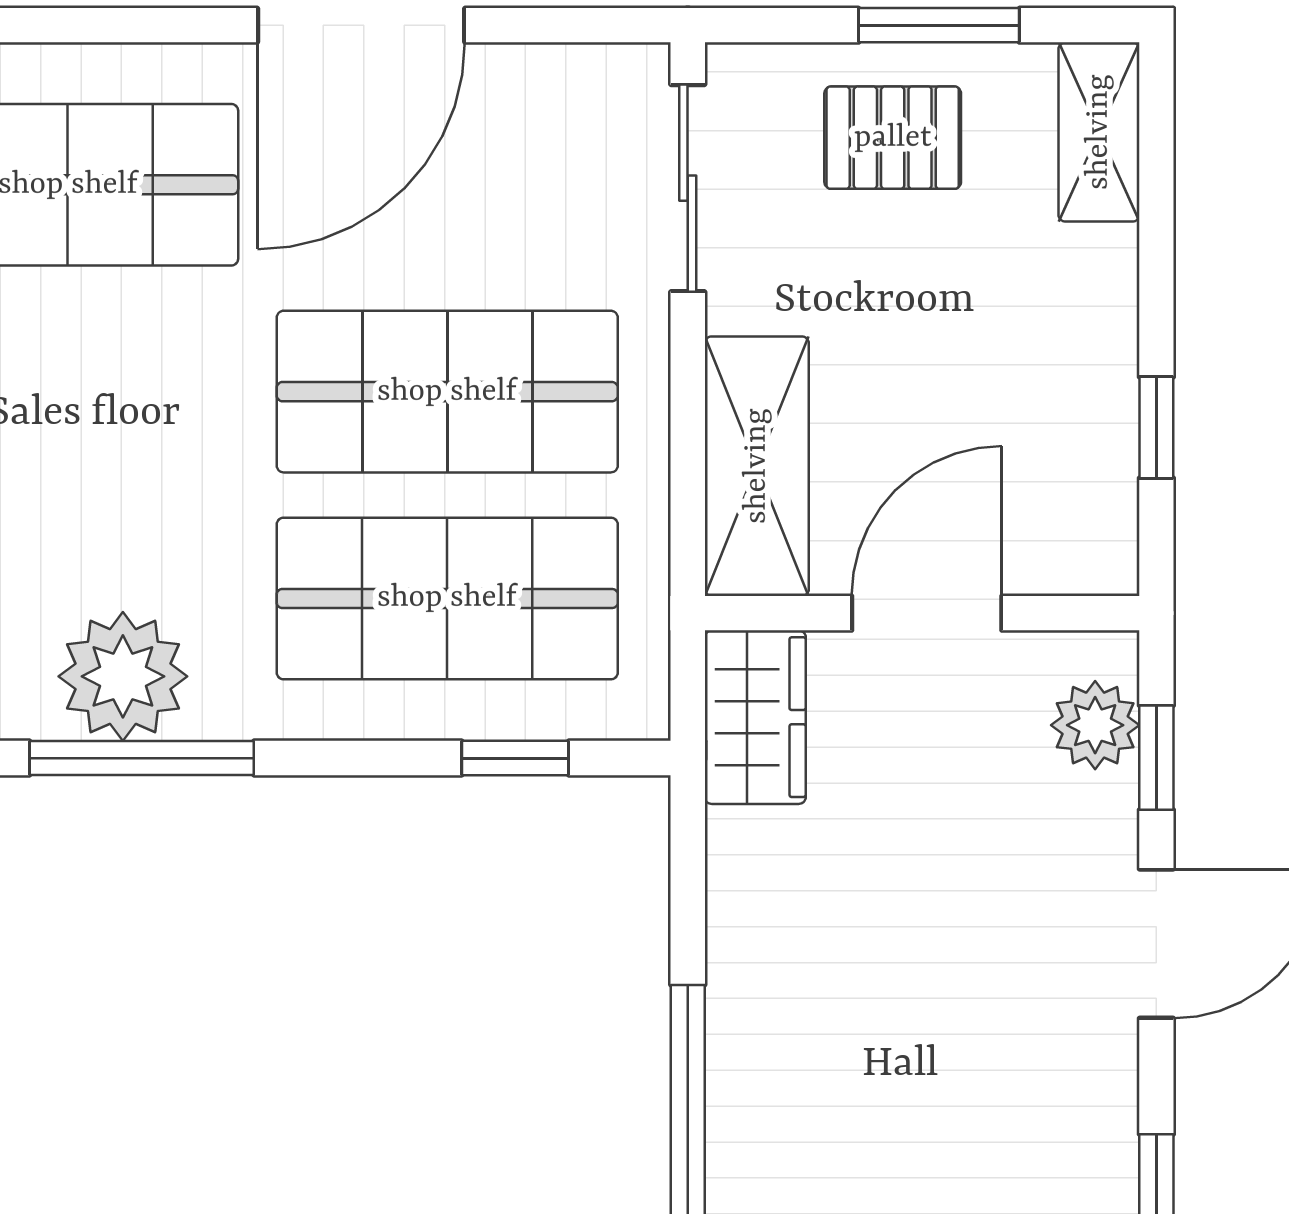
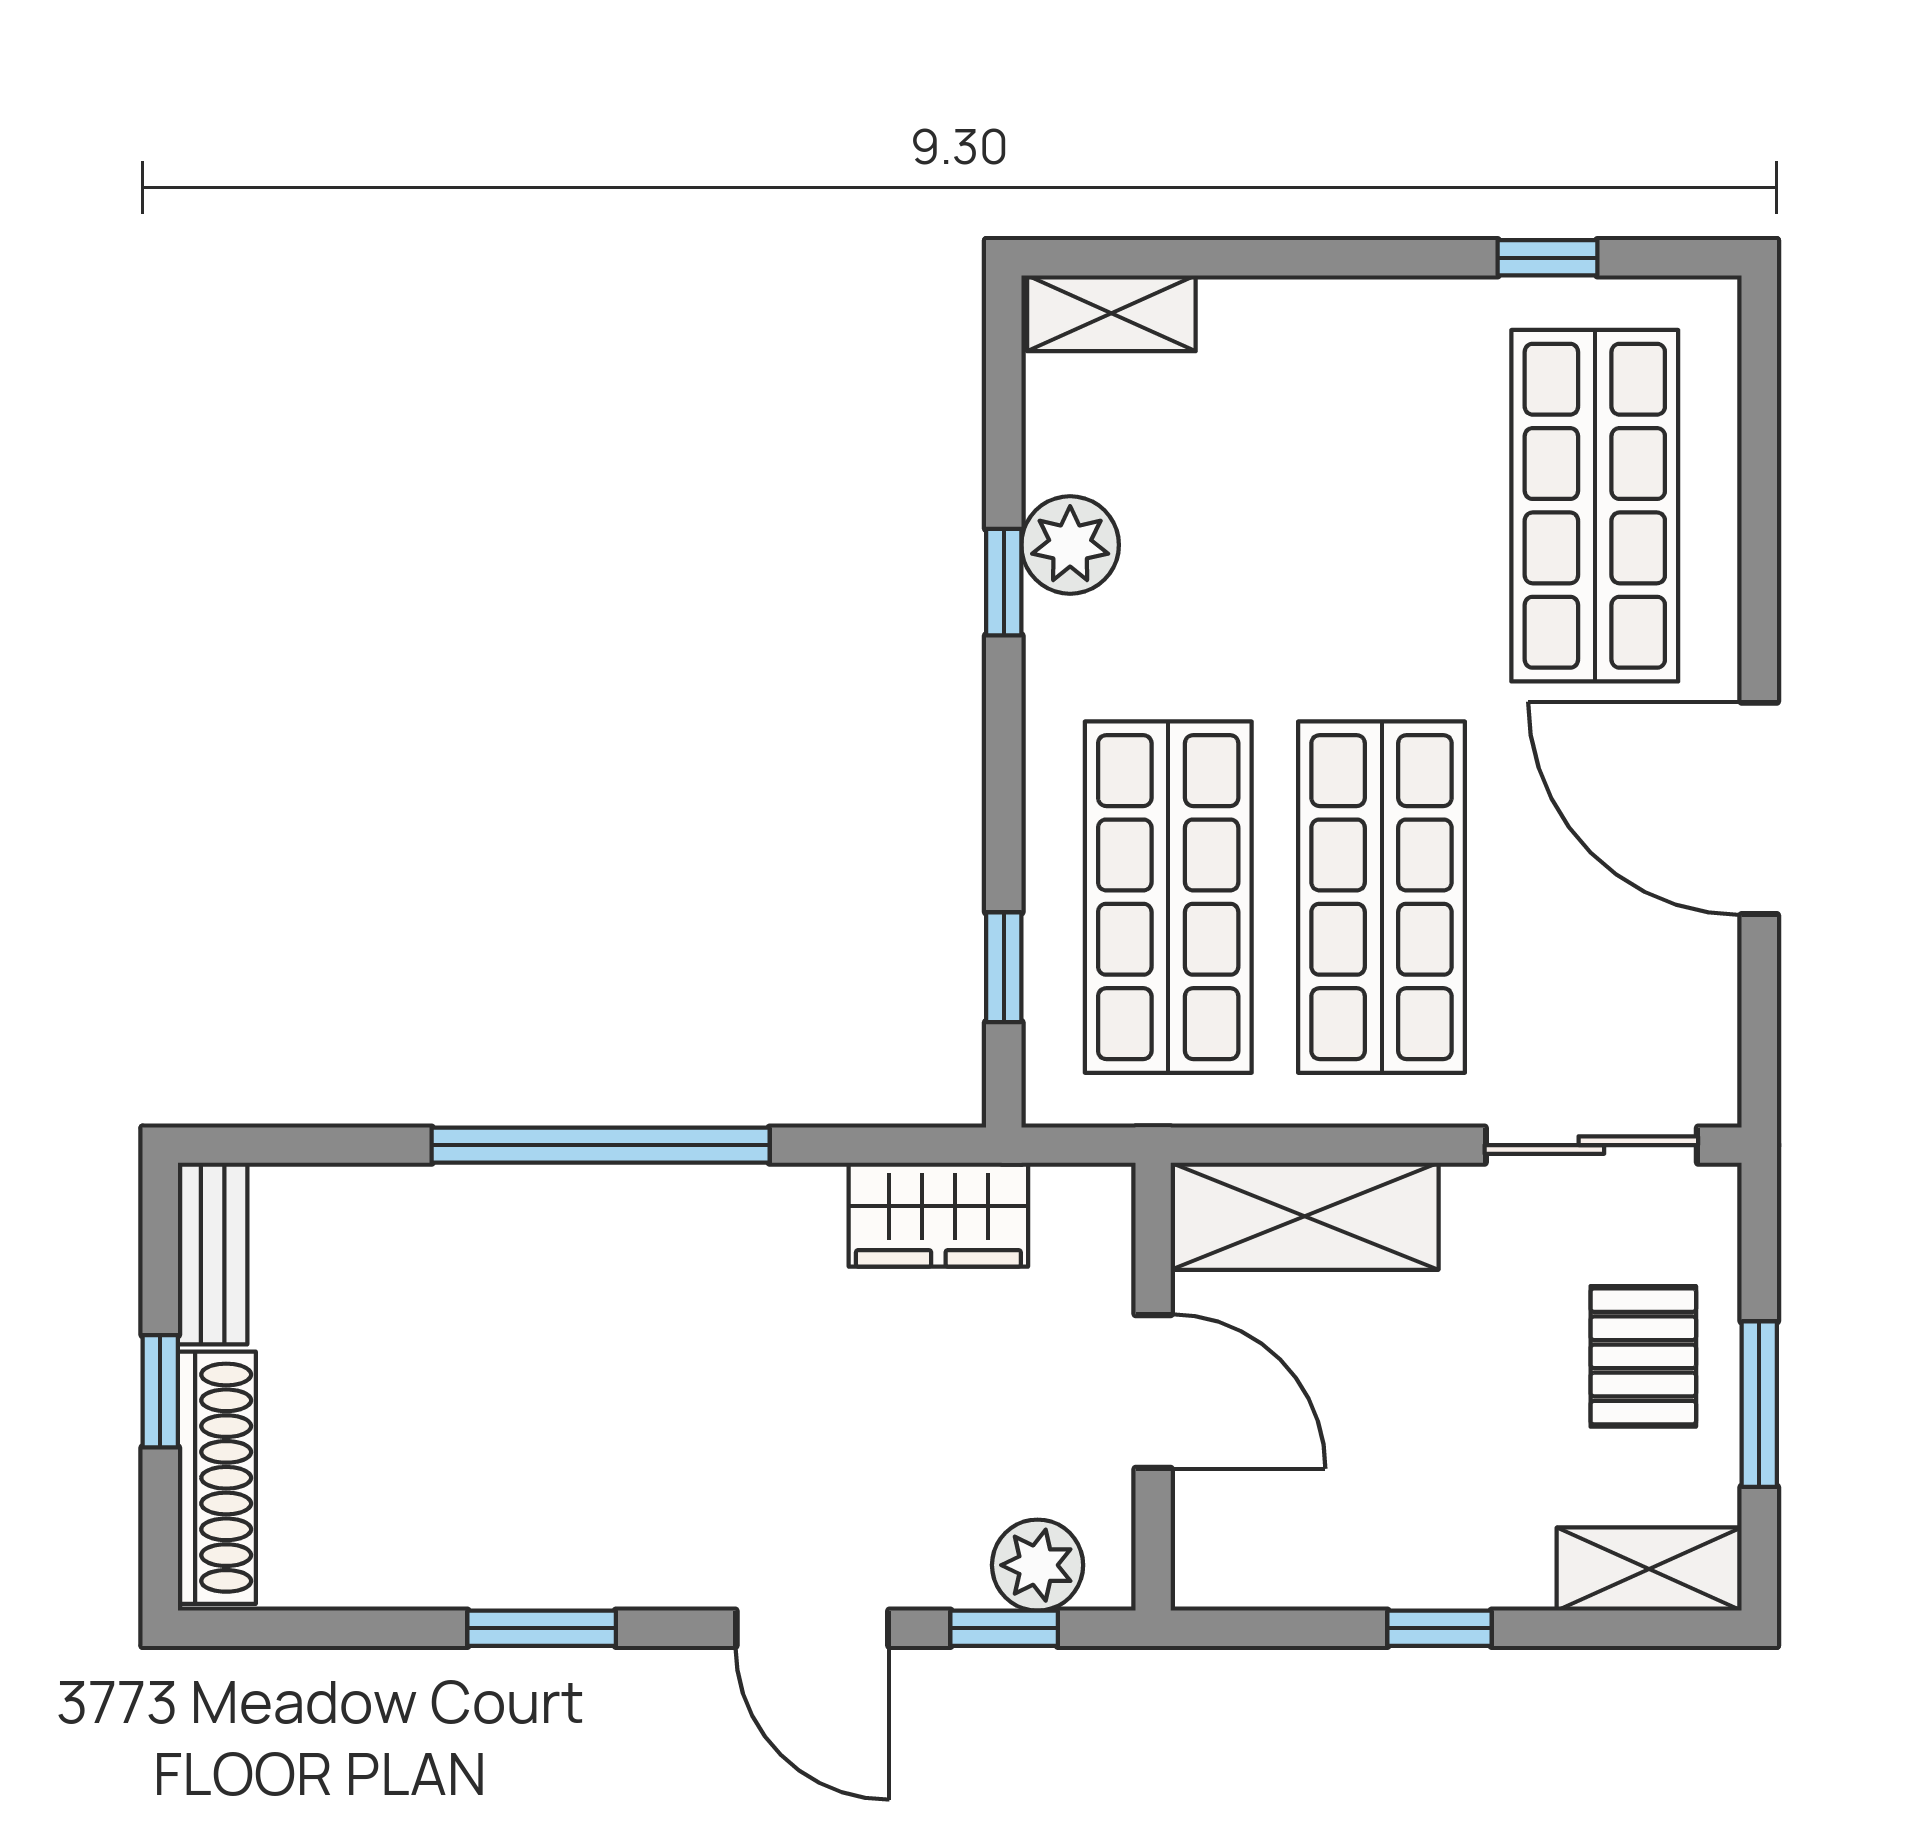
window: (1156, 427) -> (1439, 1628), moved
plant: (123, 676) -> (1070, 545), width x0.73, depth x0.73
wardrobe: (755, 717) -> (938, 1215), moved
window: (142, 758) -> (1004, 582), width x0.46

